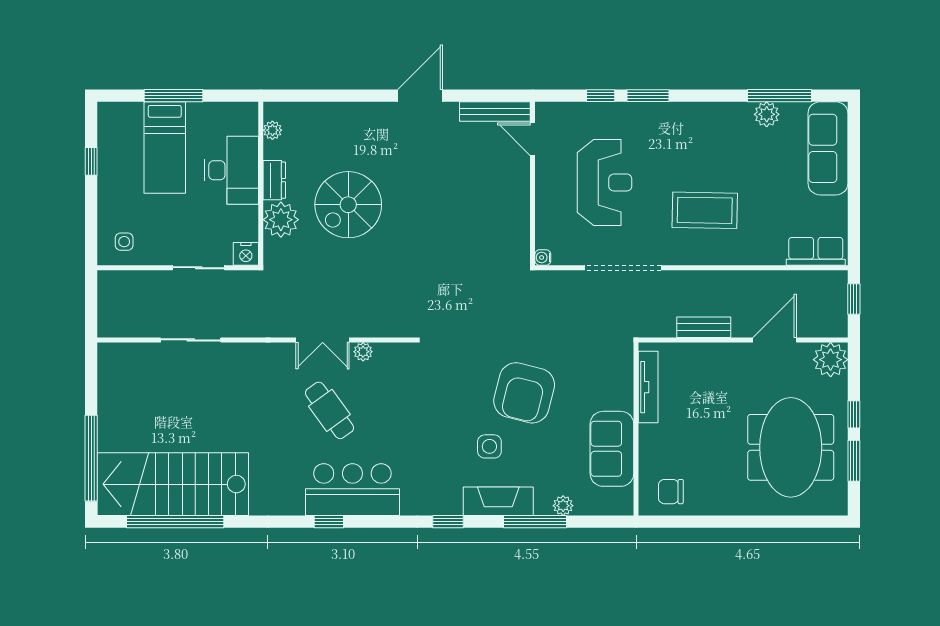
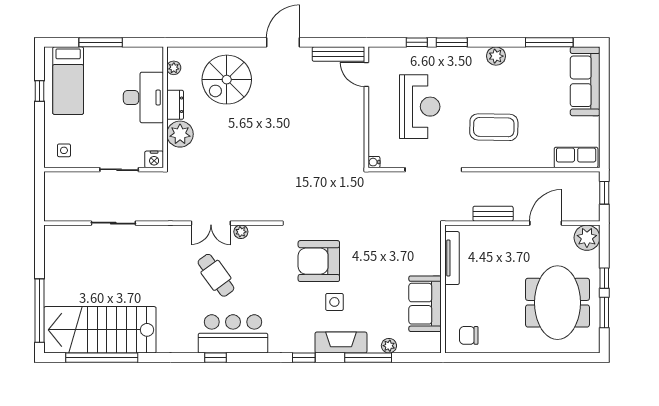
plant: (767, 114) -> (496, 56), moved
bed: (165, 147) -> (68, 81), moved
spiral stairs: (348, 205) -> (227, 80), moved
armchair: (524, 393) -> (319, 261), moved, turned 76

